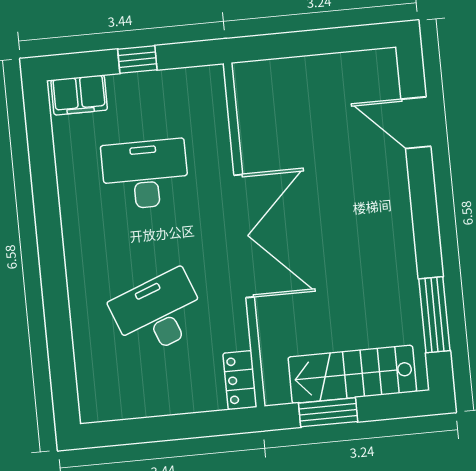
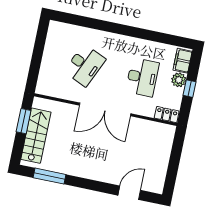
plant: (125, 90) -> (179, 80), added
desk: (158, 313) -> (85, 65), turned 45
locker: (240, 380) -> (167, 115), moved

